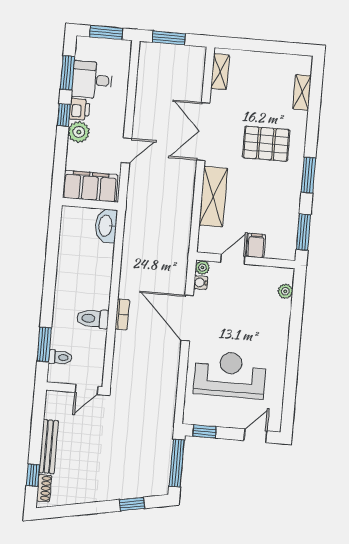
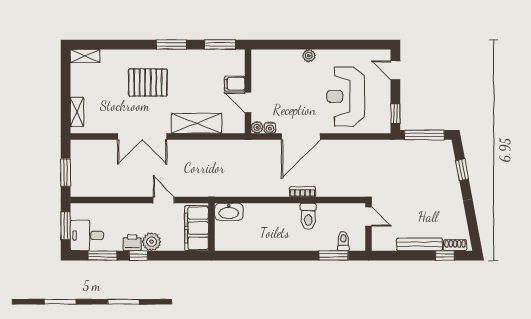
shelving: (220, 72) -> (77, 112), moved, turned 90
desk: (92, 80) -> (87, 235), moved, turned 90
shelving: (302, 92) -> (85, 56), moved
pallet: (266, 144) -> (148, 82), turned 90
plant: (285, 291) -> (309, 56), moved

